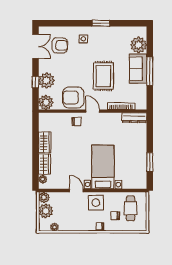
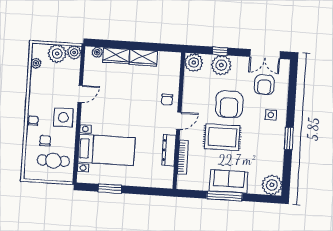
plant: (139, 45) -> (272, 185), moved
armchair: (73, 98) -> (229, 104), moved, turned 180
dresser: (134, 118) -> (169, 150), moved
bed with nightstands: (103, 167) -> (106, 150), moved

